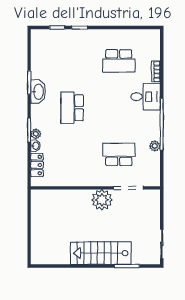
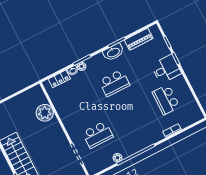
piano: (38, 57) -> (139, 39), added
desk: (146, 97) -> (166, 69), moved, turned -90
school desk: (72, 108) -> (114, 83), turned 180
school desk: (119, 154) -> (98, 135), turned 90
plant: (102, 200) -> (45, 113), moved

